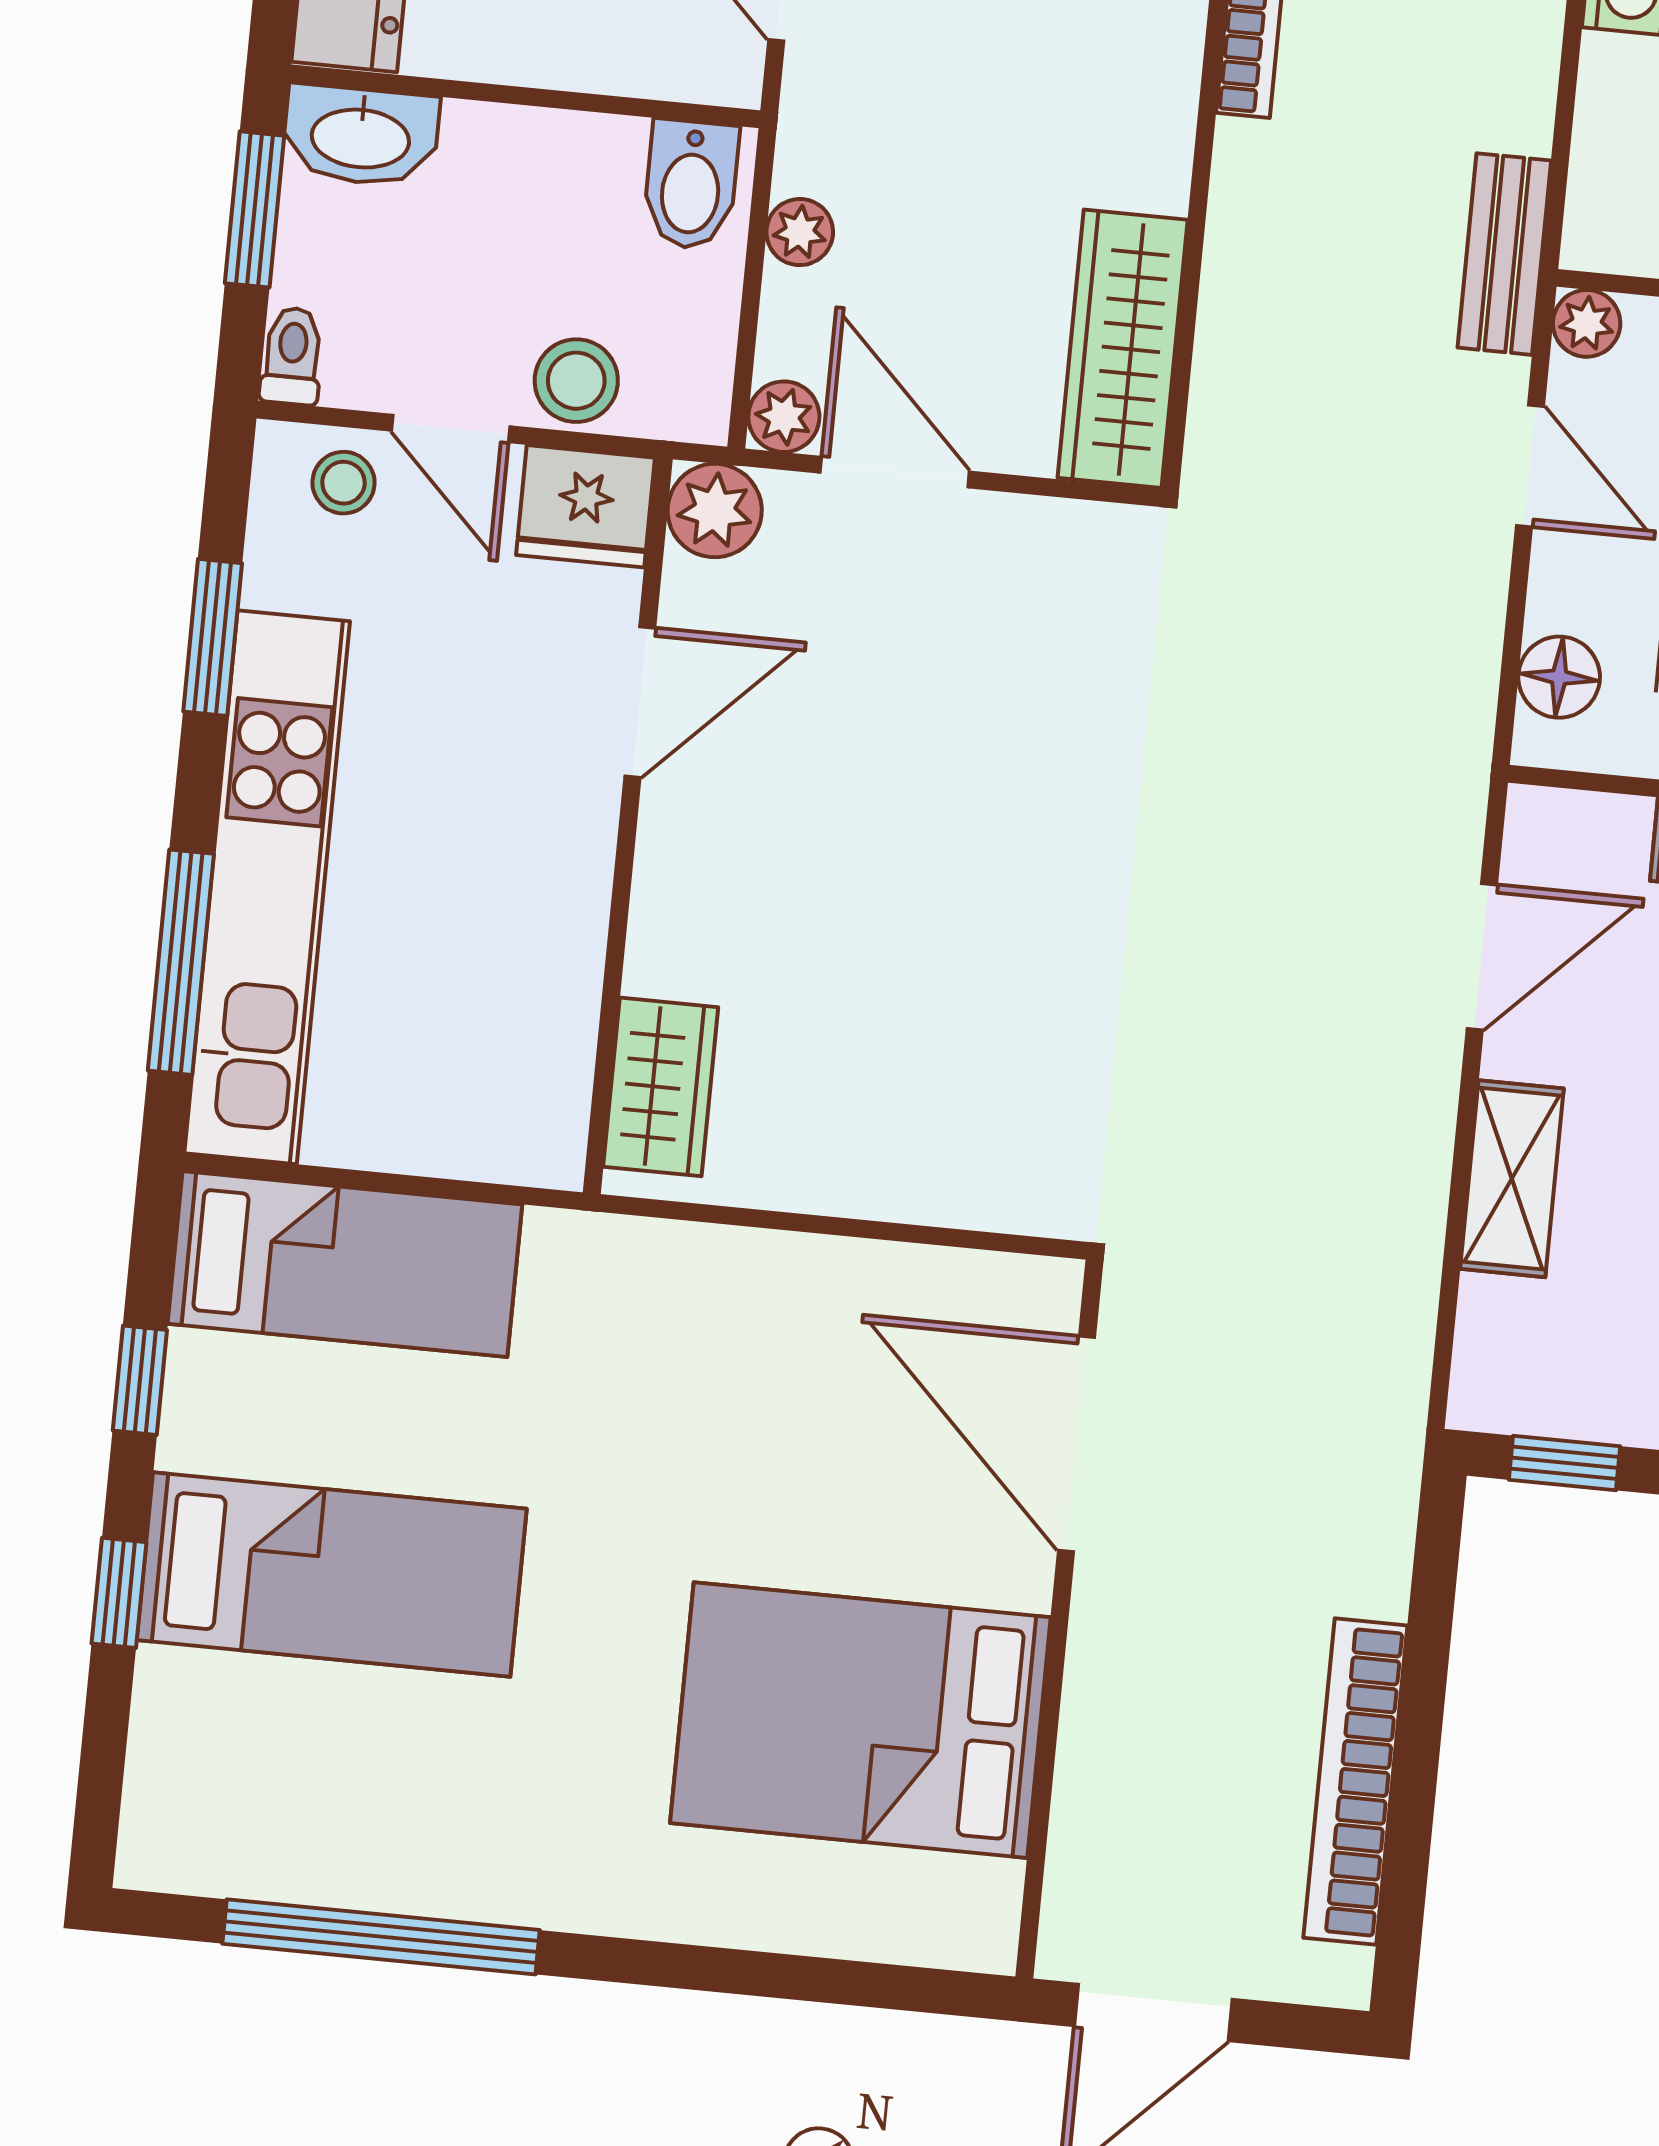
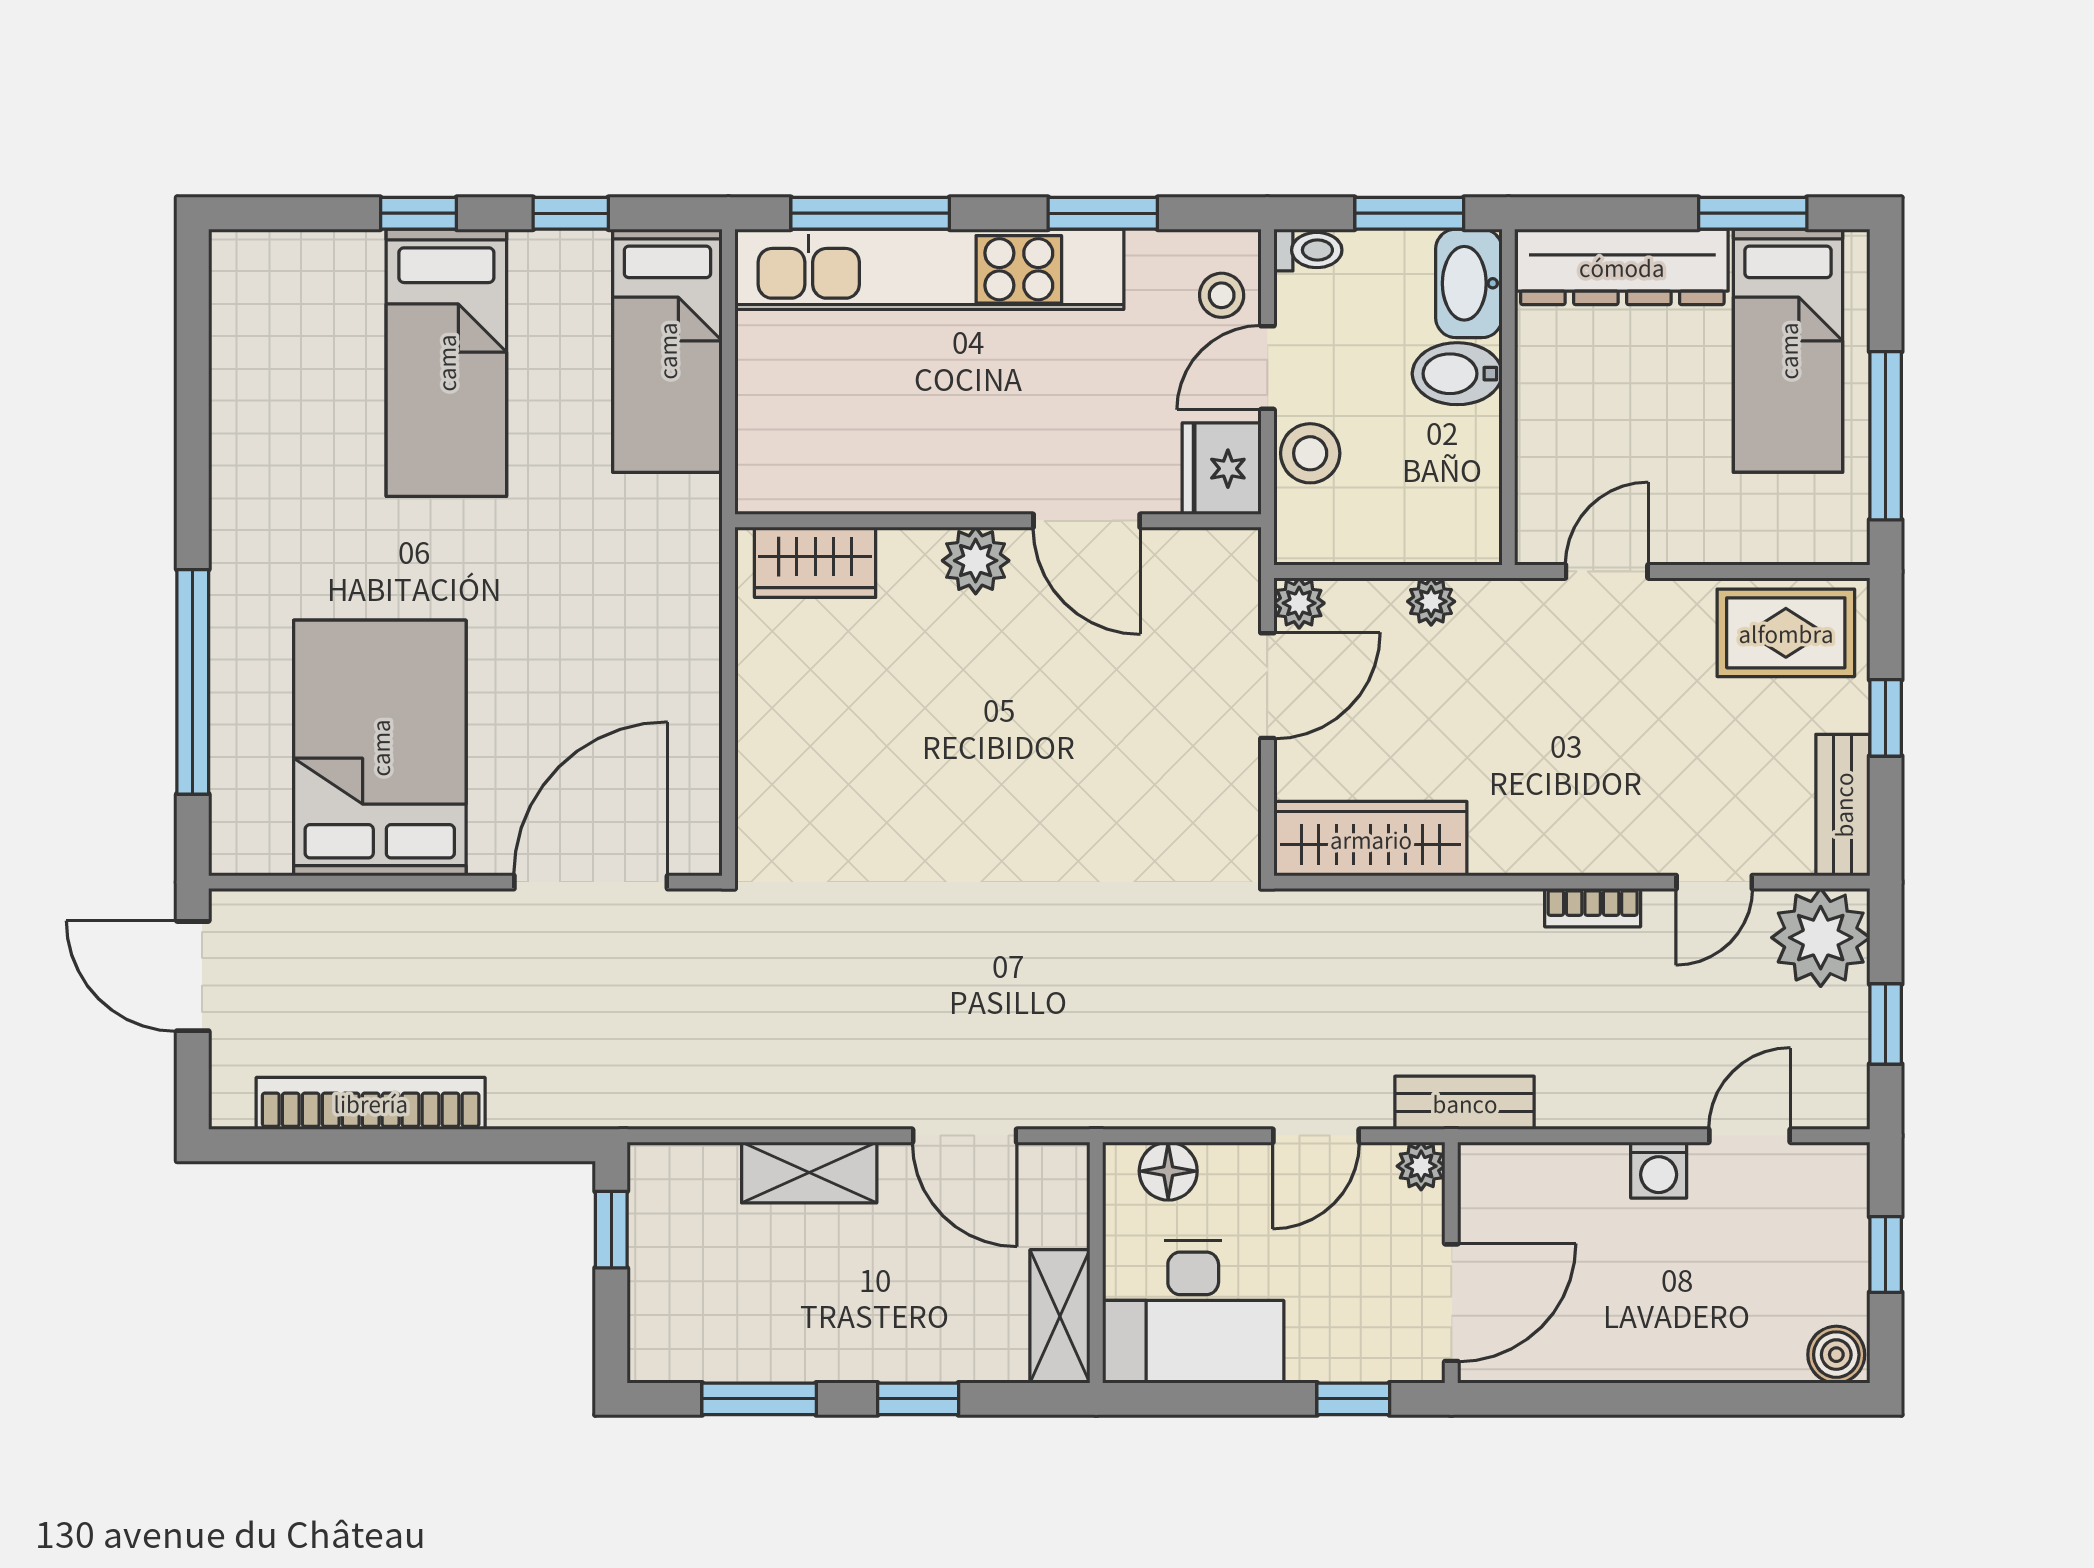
bidet: (691, 185) -> (1457, 374), moved
plant: (715, 511) -> (976, 561), moved
window: (381, 1937) -> (193, 682), moved

